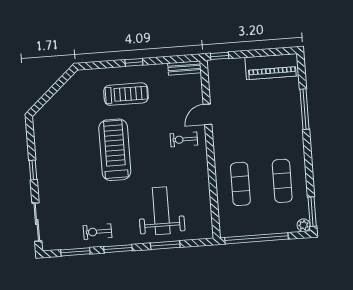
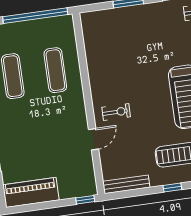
bench: (185, 68) -> (126, 184), width x1.36
weight bench: (161, 211) -> (135, 38), removed

